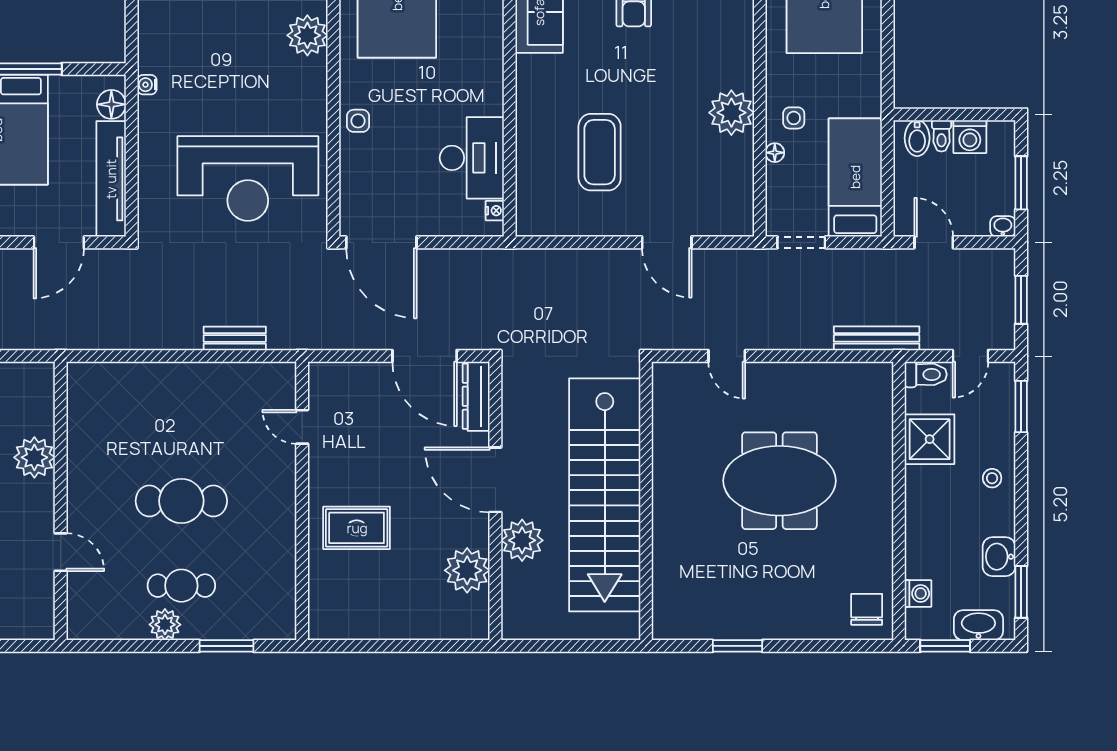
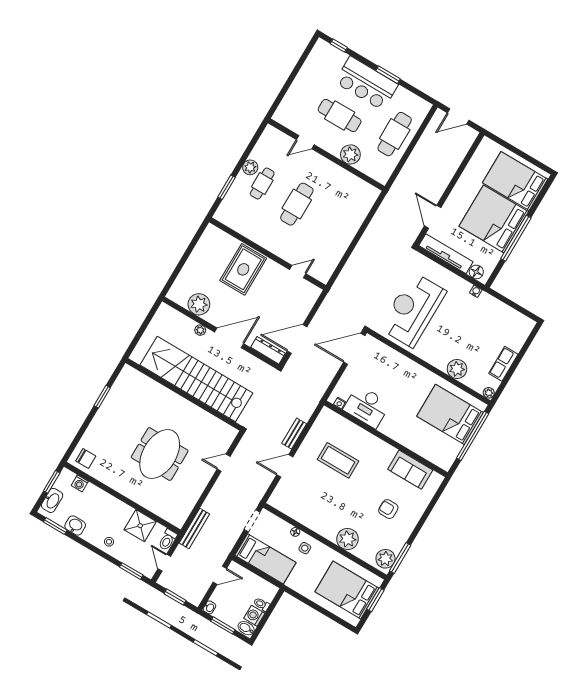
plant: (731, 113) -> (348, 539), moved
side table: (358, 121) -> (410, 369), removed
bidet: (917, 138) -> (246, 628), moved
bench: (235, 338) -> (294, 434), moved
rug: (357, 528) -> (243, 269), width x1.36, depth x1.43
plant: (522, 540) -> (200, 330), width x0.53, depth x0.53

